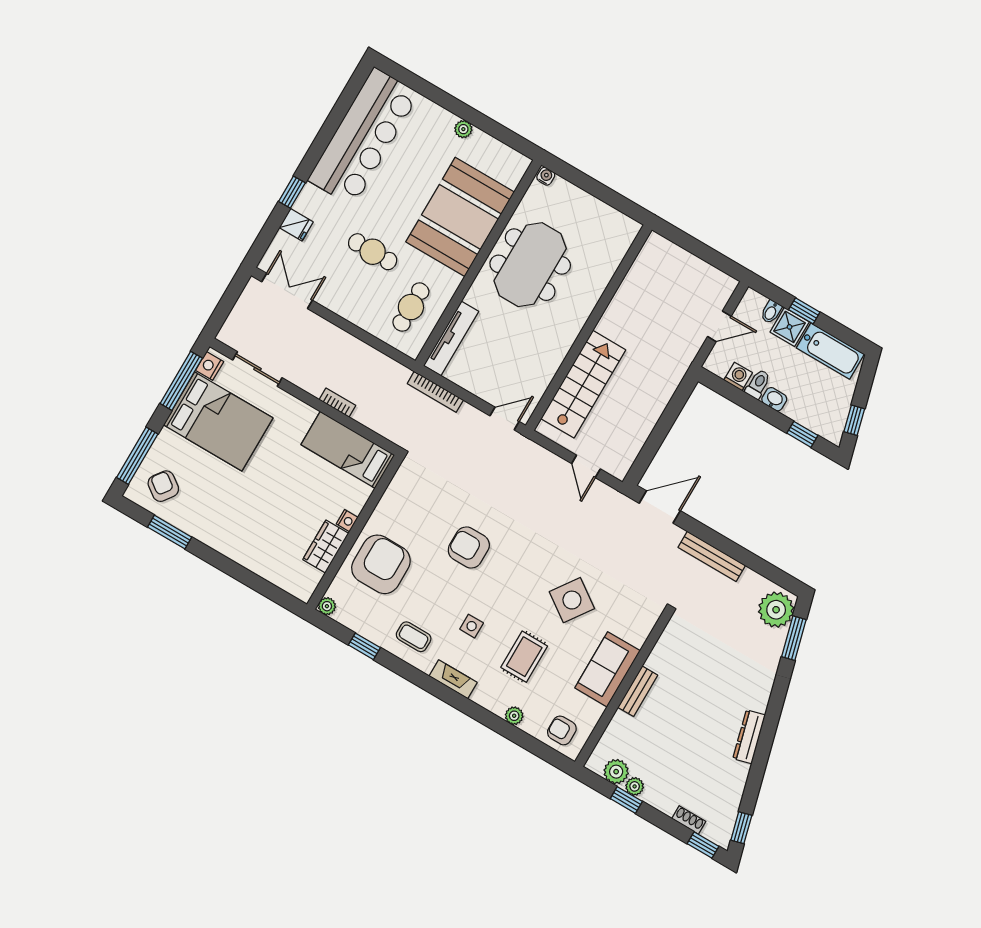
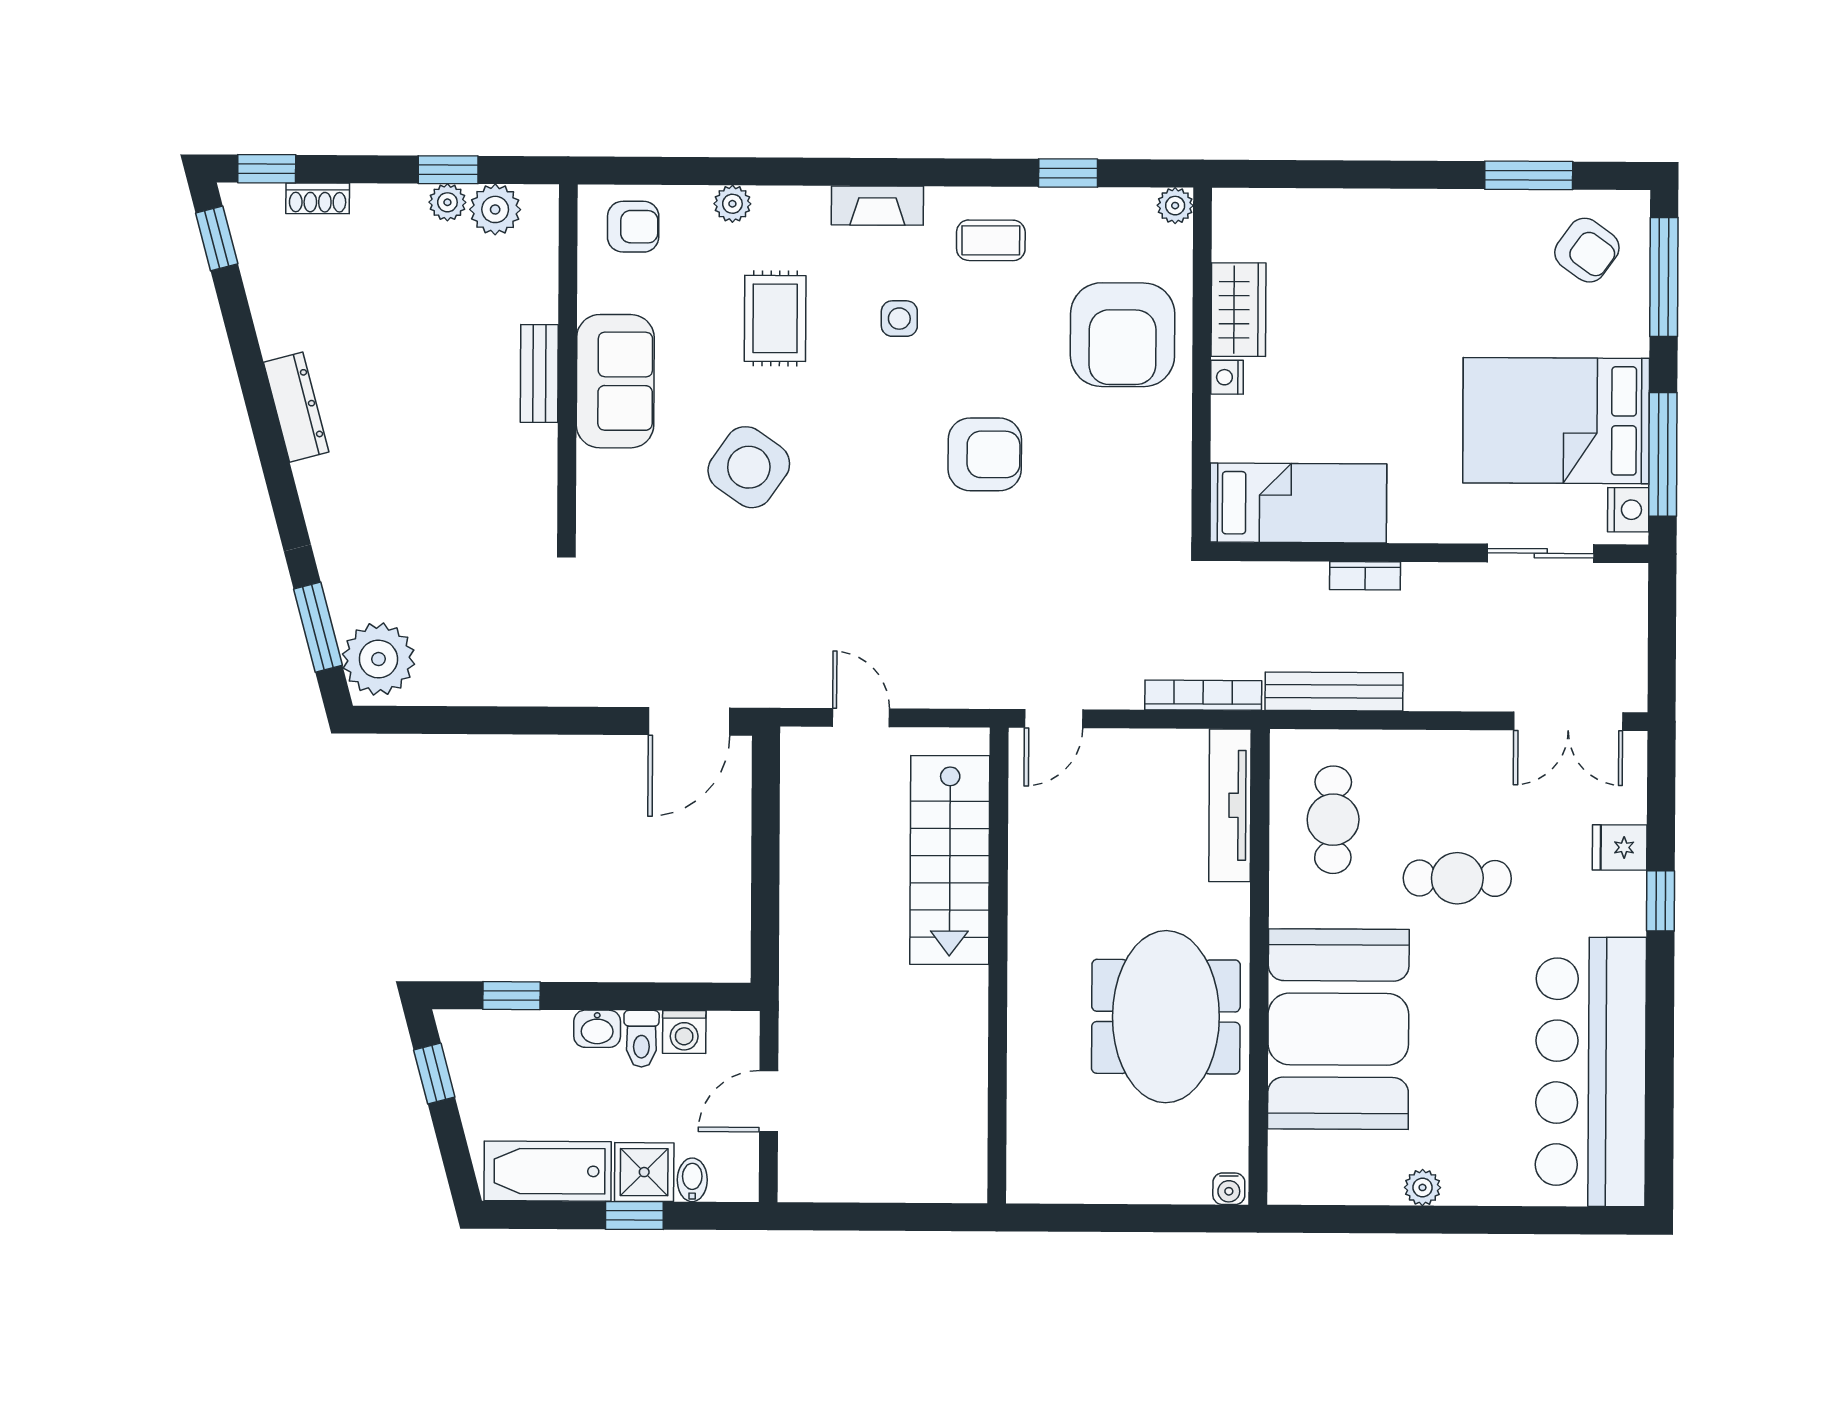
bench: (712, 556) -> (1334, 691), moved

